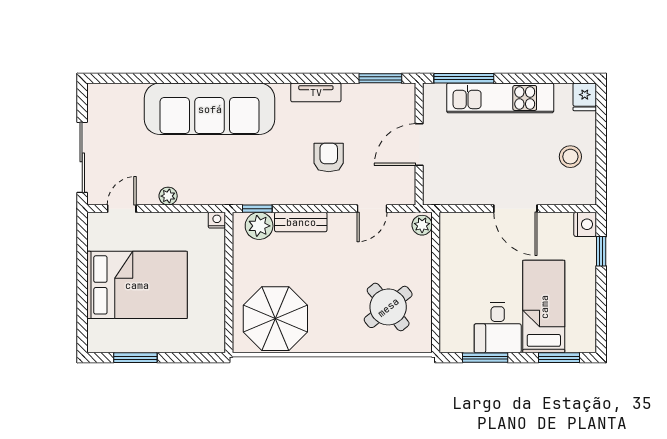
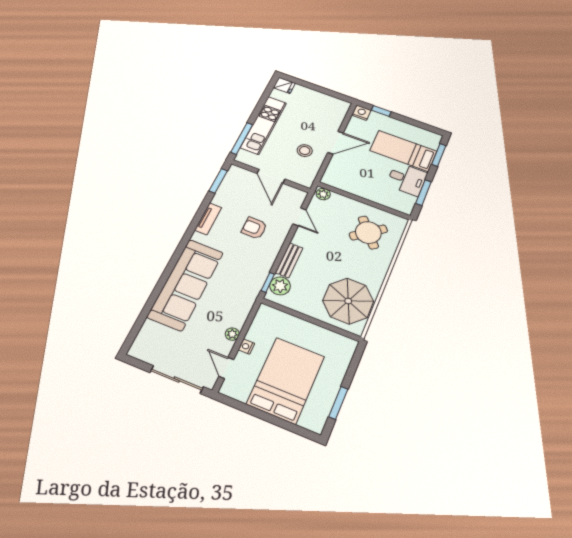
stool: (570, 157) -> (305, 151), moved
nightstand: (217, 220) -> (246, 347), moved

